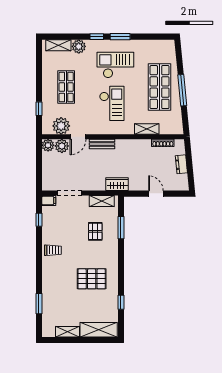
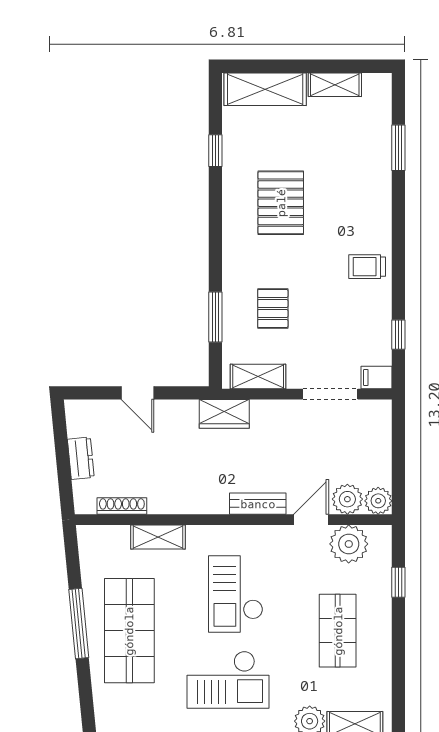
pallet: (92, 279) -> (281, 203), turned 90

